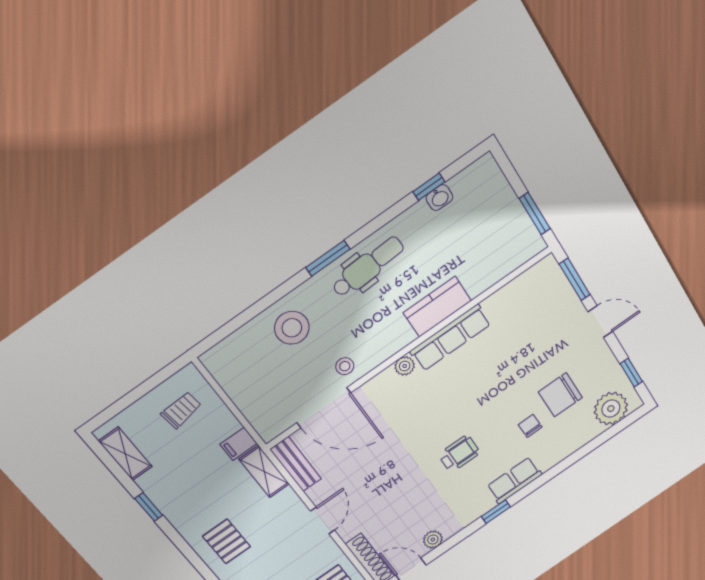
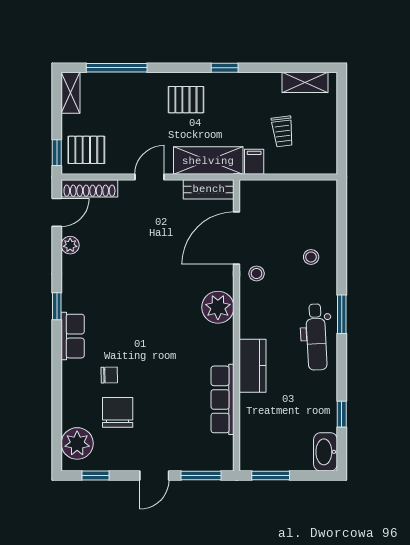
washbasin: (439, 198) -> (325, 452), moved, width x1.91, depth x1.45
stool: (292, 328) -> (311, 257), width x0.53, depth x0.53
row of seats: (450, 338) -> (223, 399), moved
plant: (405, 366) -> (218, 307), width x1.88, depth x1.88
trolley: (181, 410) -> (283, 131), moved
wheelchair: (459, 454) -> (127, 309), removed
shelving: (264, 472) -> (208, 161), width x1.50, depth x1.33
window: (149, 507) -> (225, 68), moved
door: (322, 521) -> (149, 177), swing flipped

